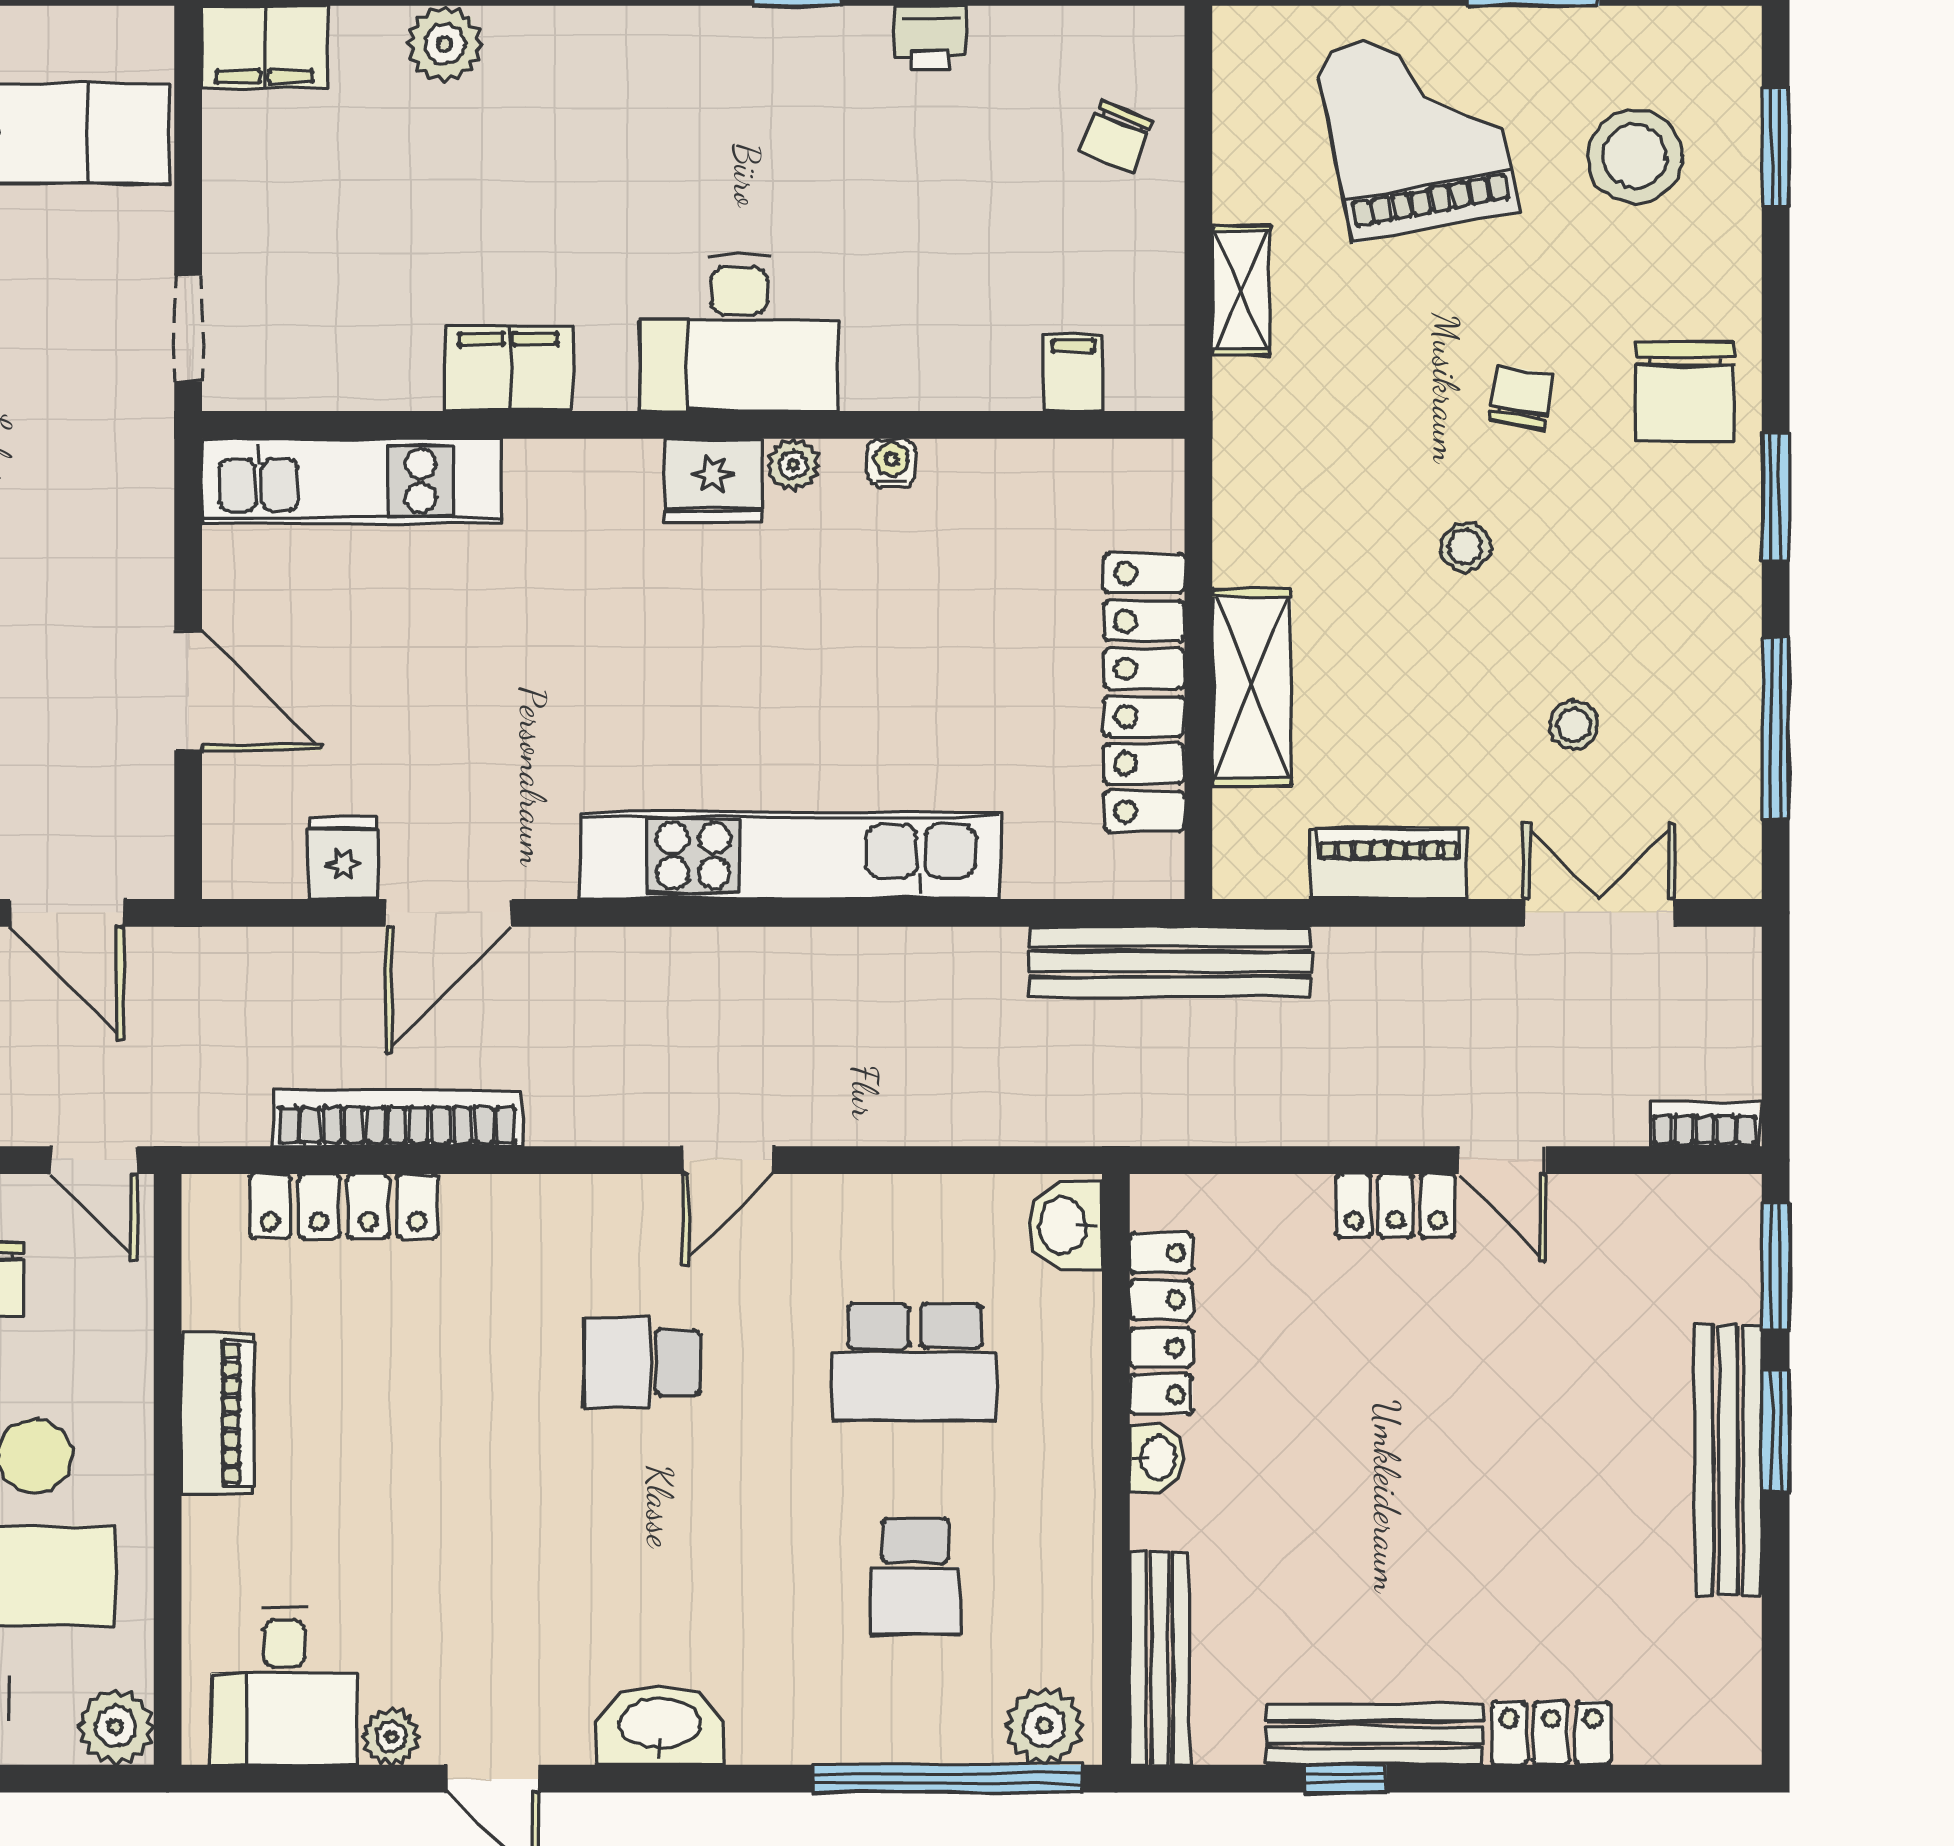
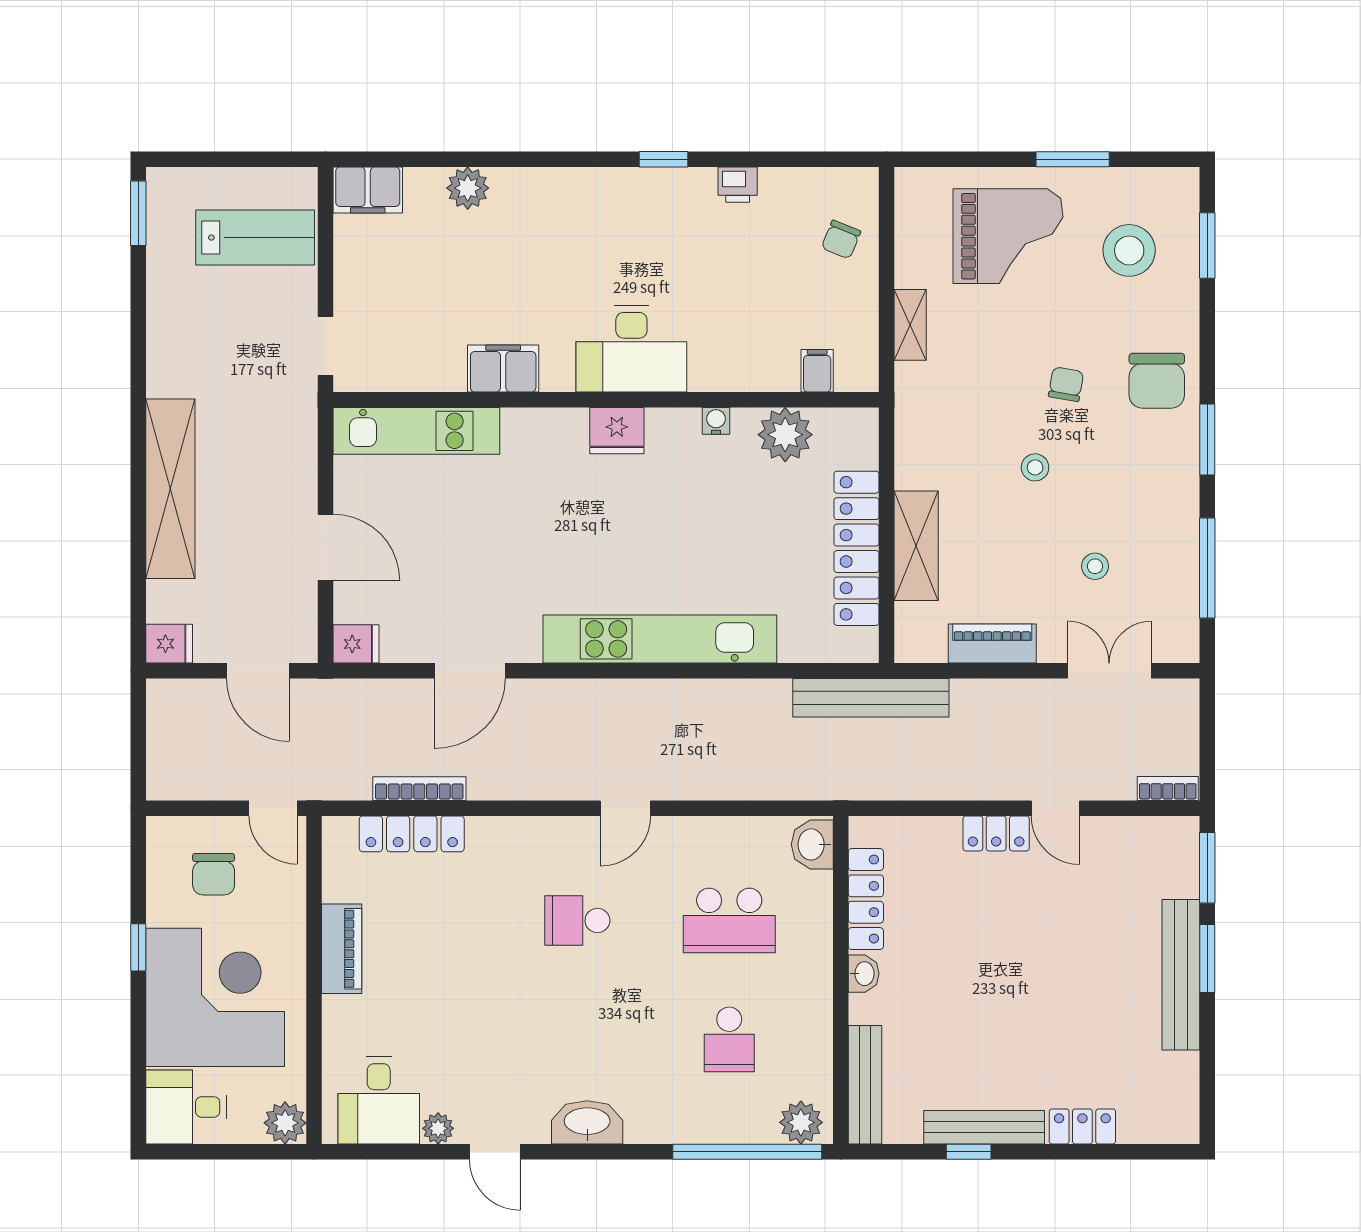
grand piano: (1417, 131) -> (1008, 236), turned 101
plant: (793, 465) -> (785, 435), moved, width x1.88, depth x1.88
fridge: (343, 858) -> (356, 644), moved, turned 90
bookcase: (397, 1118) -> (419, 789), width x0.68, depth x0.76

